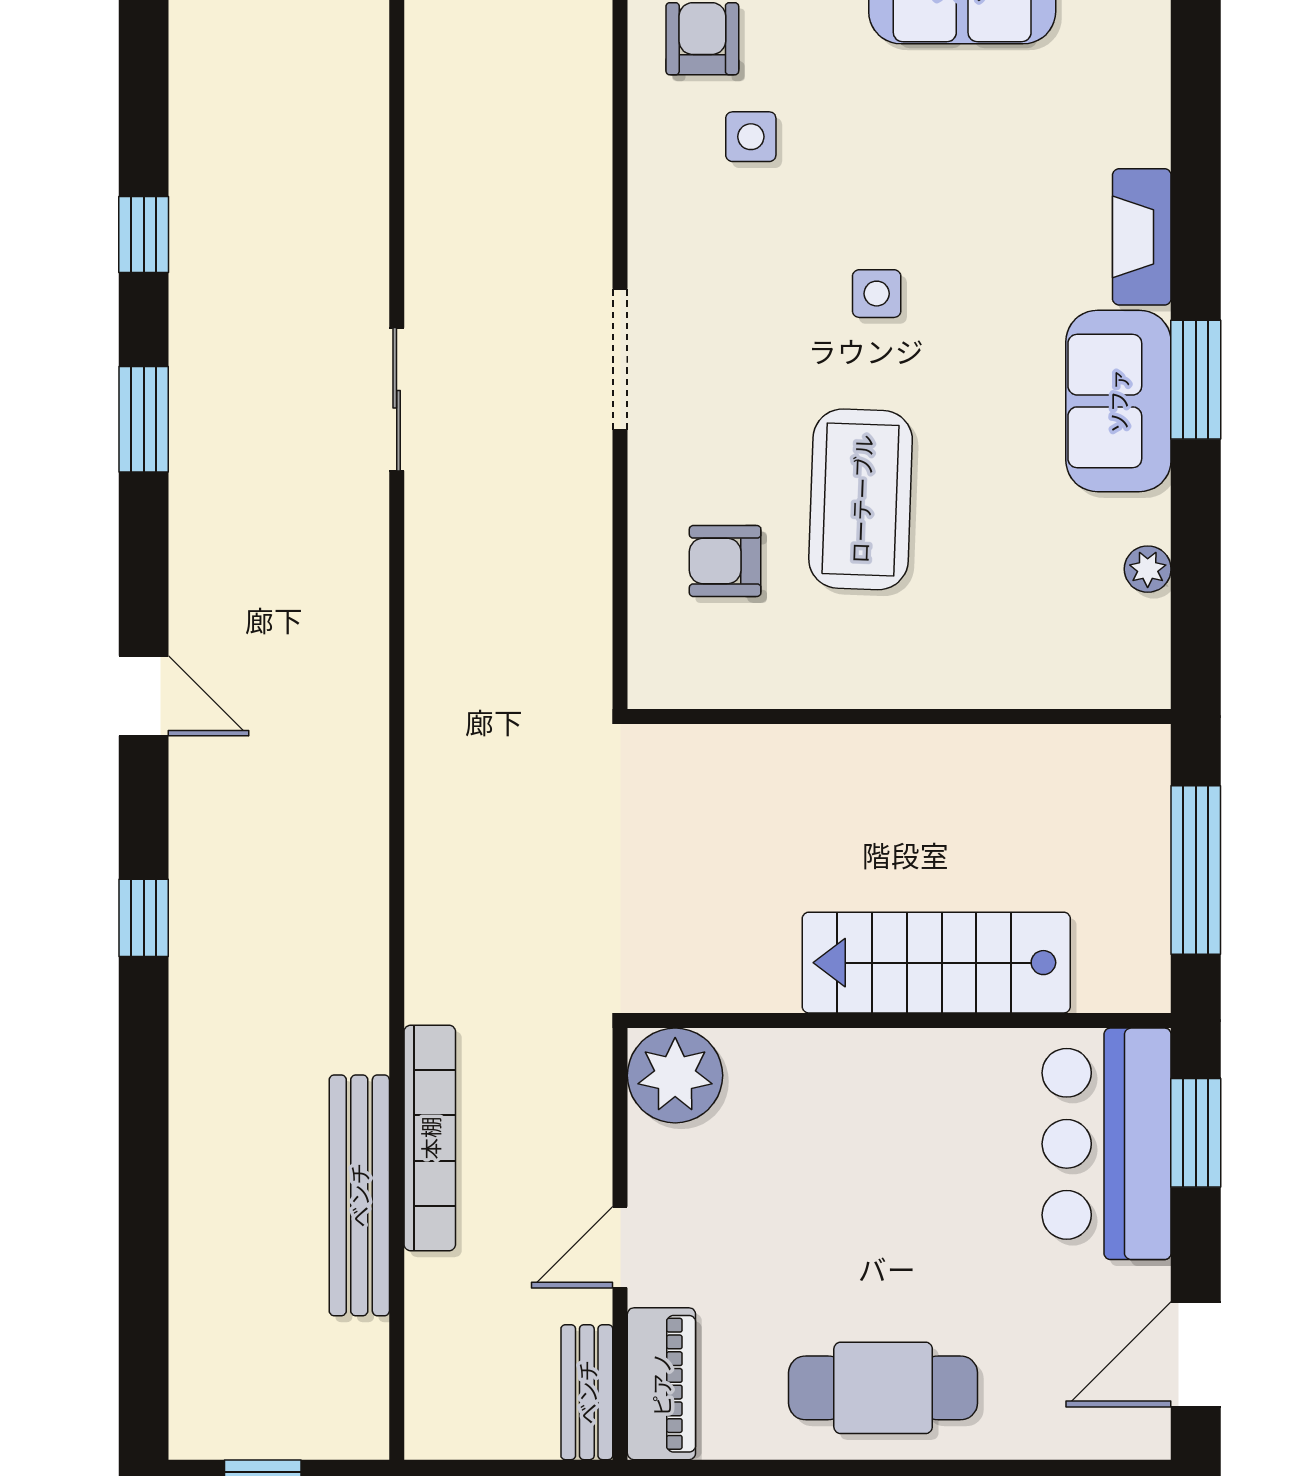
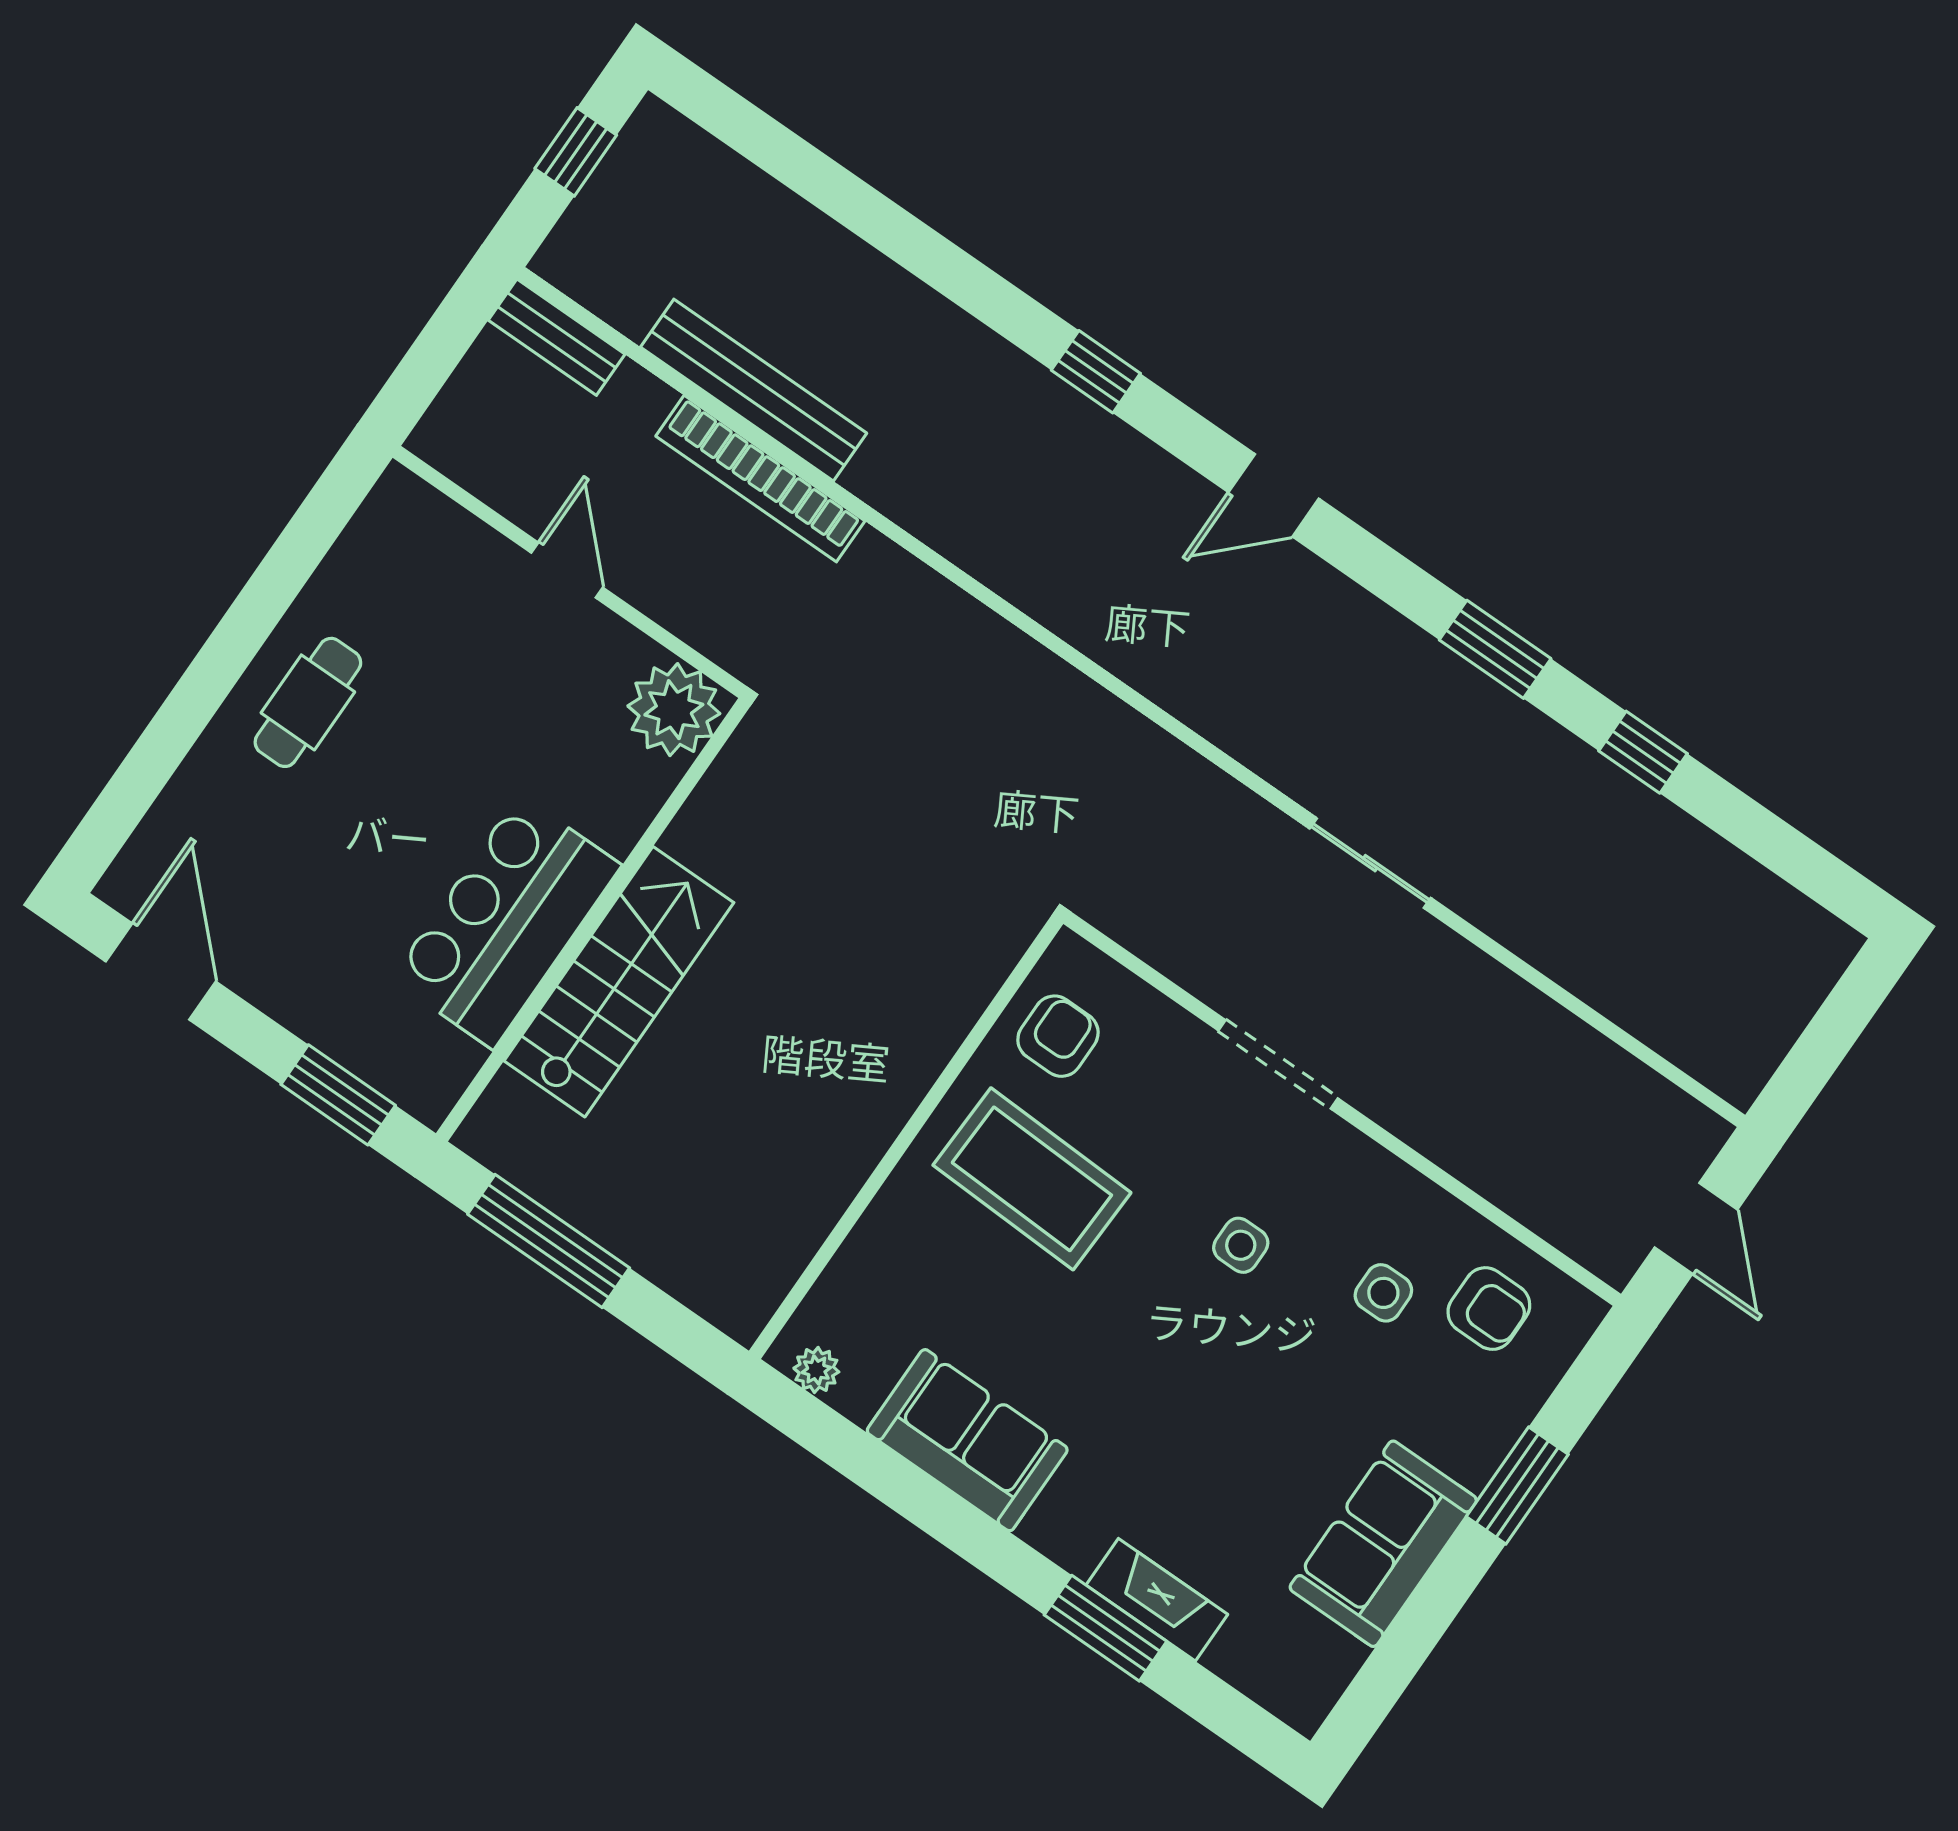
fireplace: (1142, 237) -> (1157, 1600), moved
side table: (877, 294) -> (1241, 1245), moved
window: (1196, 380) -> (1106, 1628), moved
wall: (899, 717) -> (906, 1137), moved
bar counter: (1107, 1144) -> (506, 922), moved, turned -90
piano: (661, 1384) -> (435, 527), removed
cafe table: (883, 1388) -> (308, 702), width x0.73, depth x0.74
bench: (587, 1392) -> (557, 337), moved

